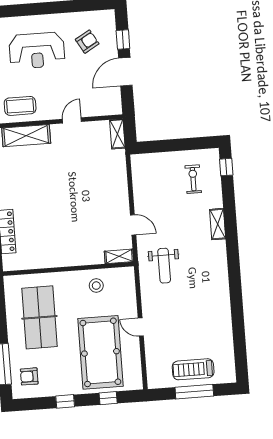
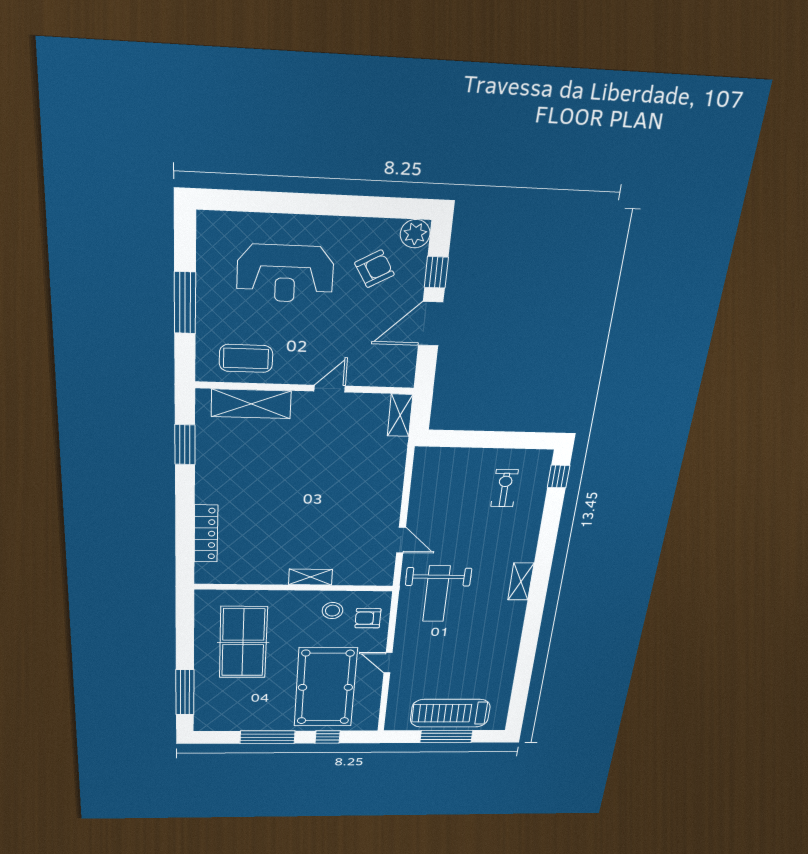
plant: (107, 18) -> (415, 234), added
shelving: (218, 224) -> (521, 581), moved
shelving: (119, 256) -> (311, 577), moved
weight bench: (164, 266) -> (436, 594), width x1.36, depth x1.33
treadmill: (193, 369) -> (450, 713), width x1.37, depth x1.38
armchair: (29, 376) -> (368, 618), moved
window: (65, 401) -> (267, 737), width x2.17

